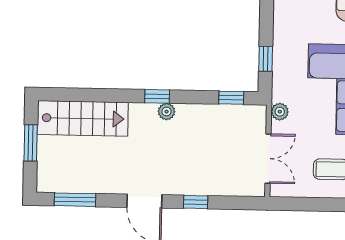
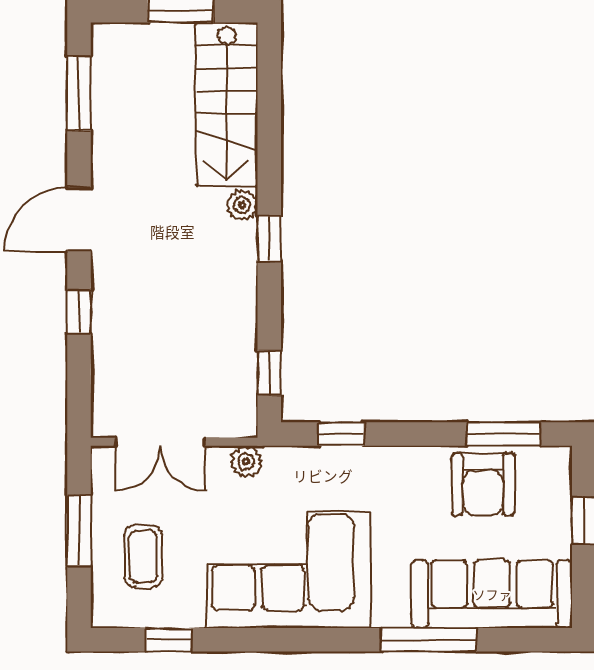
plant: (166, 112) -> (242, 205), moved
window: (316, 204) -> (79, 531), added

